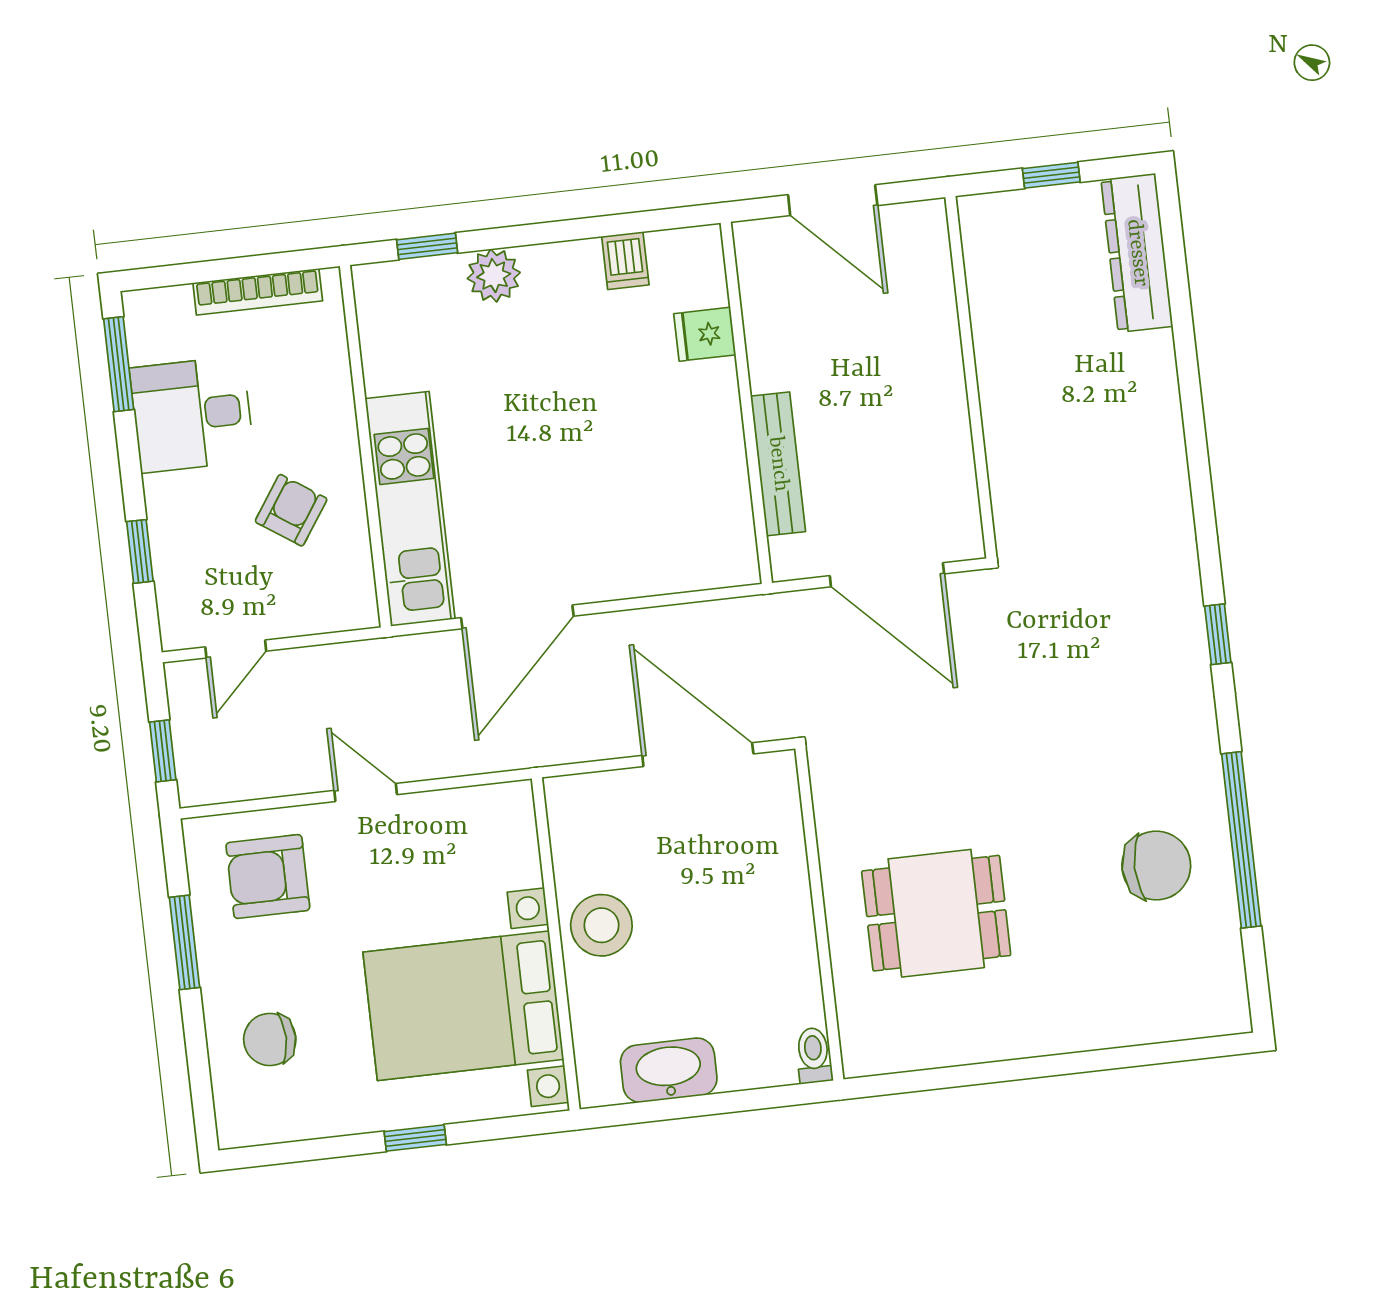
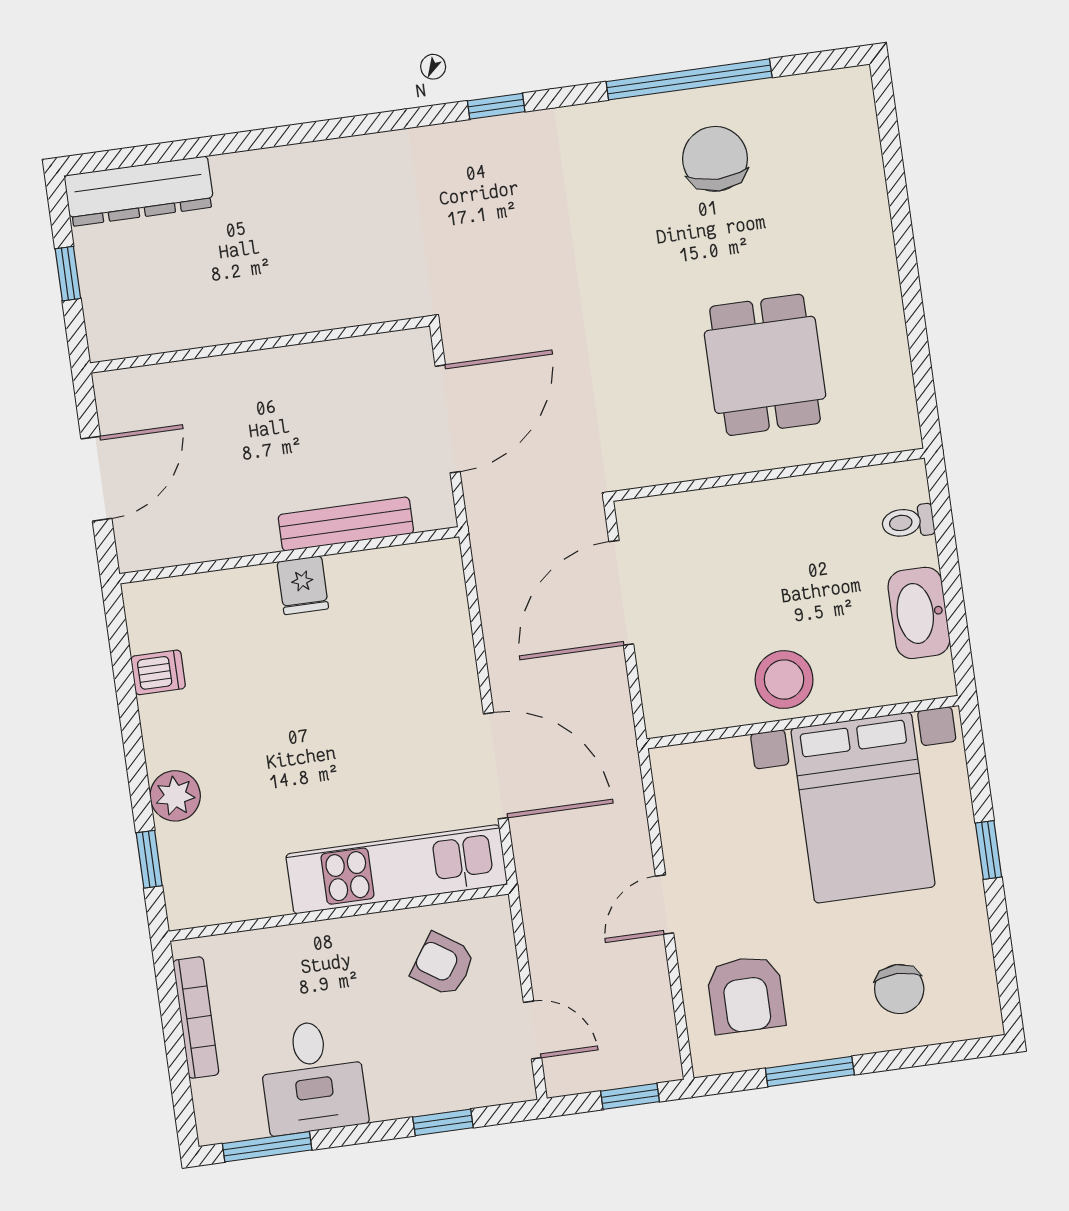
fridge: (705, 334) -> (303, 585), moved
armchair: (291, 510) -> (443, 964), moved
toilet: (814, 1055) -> (908, 522), moved

